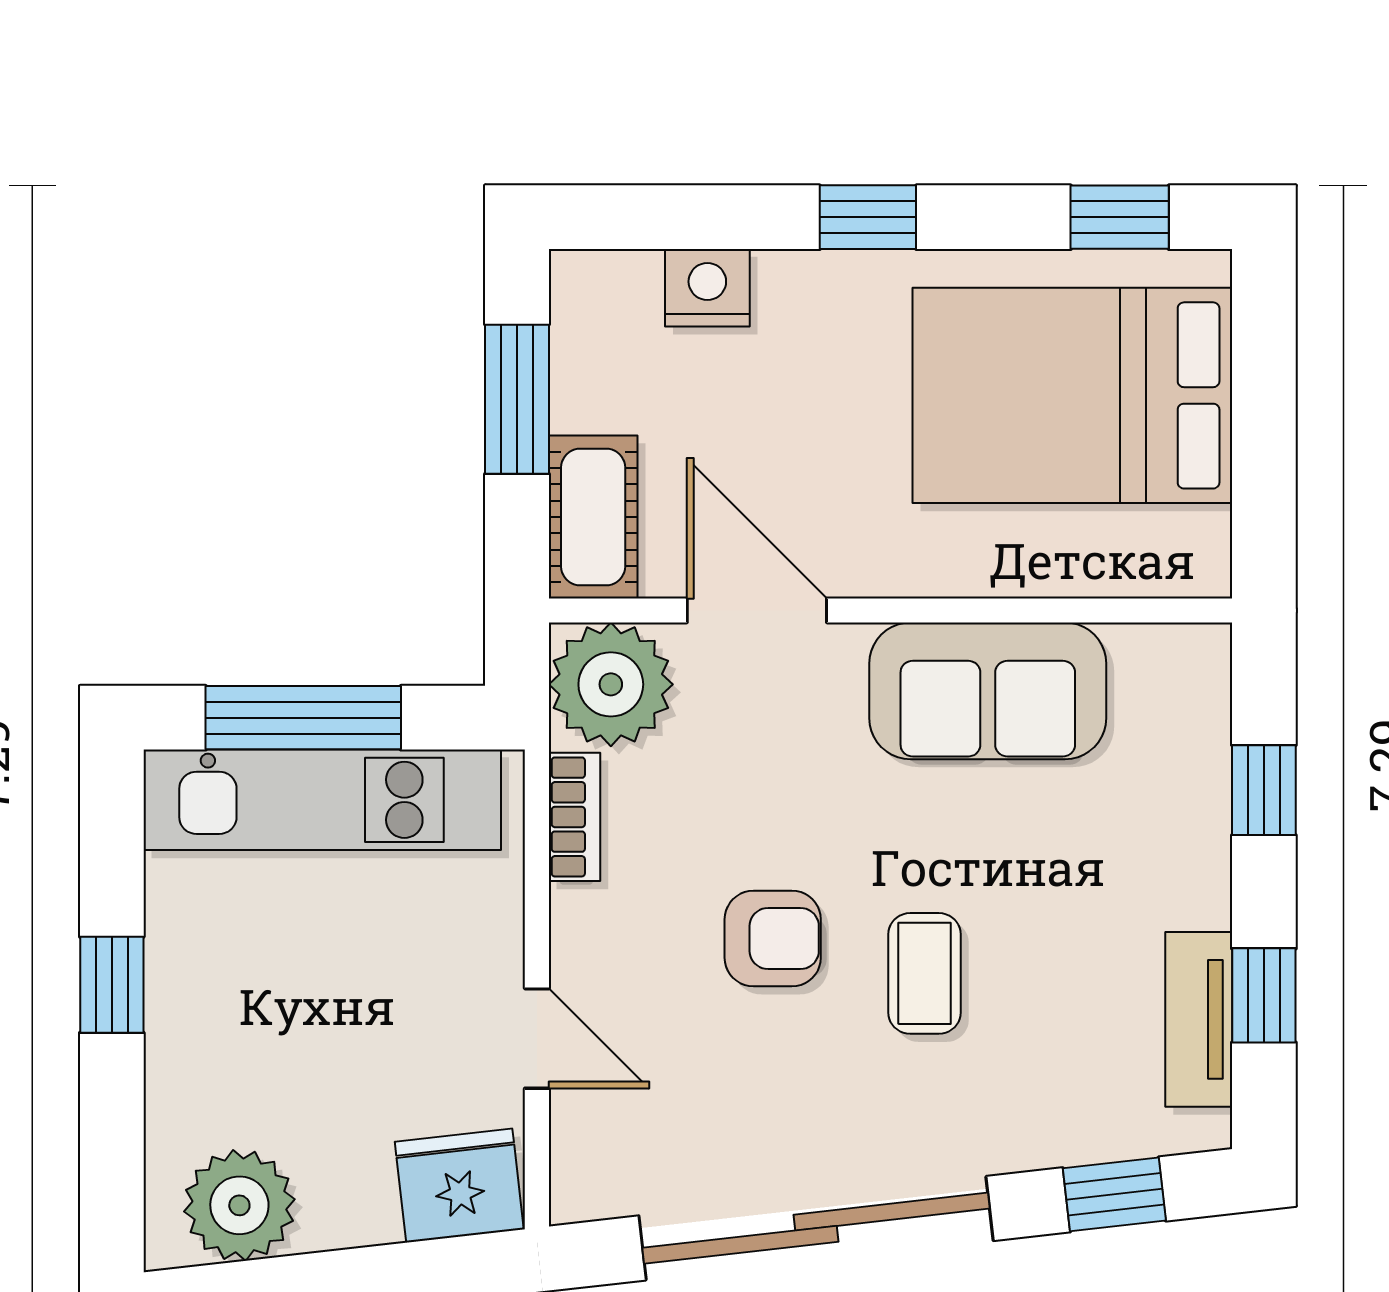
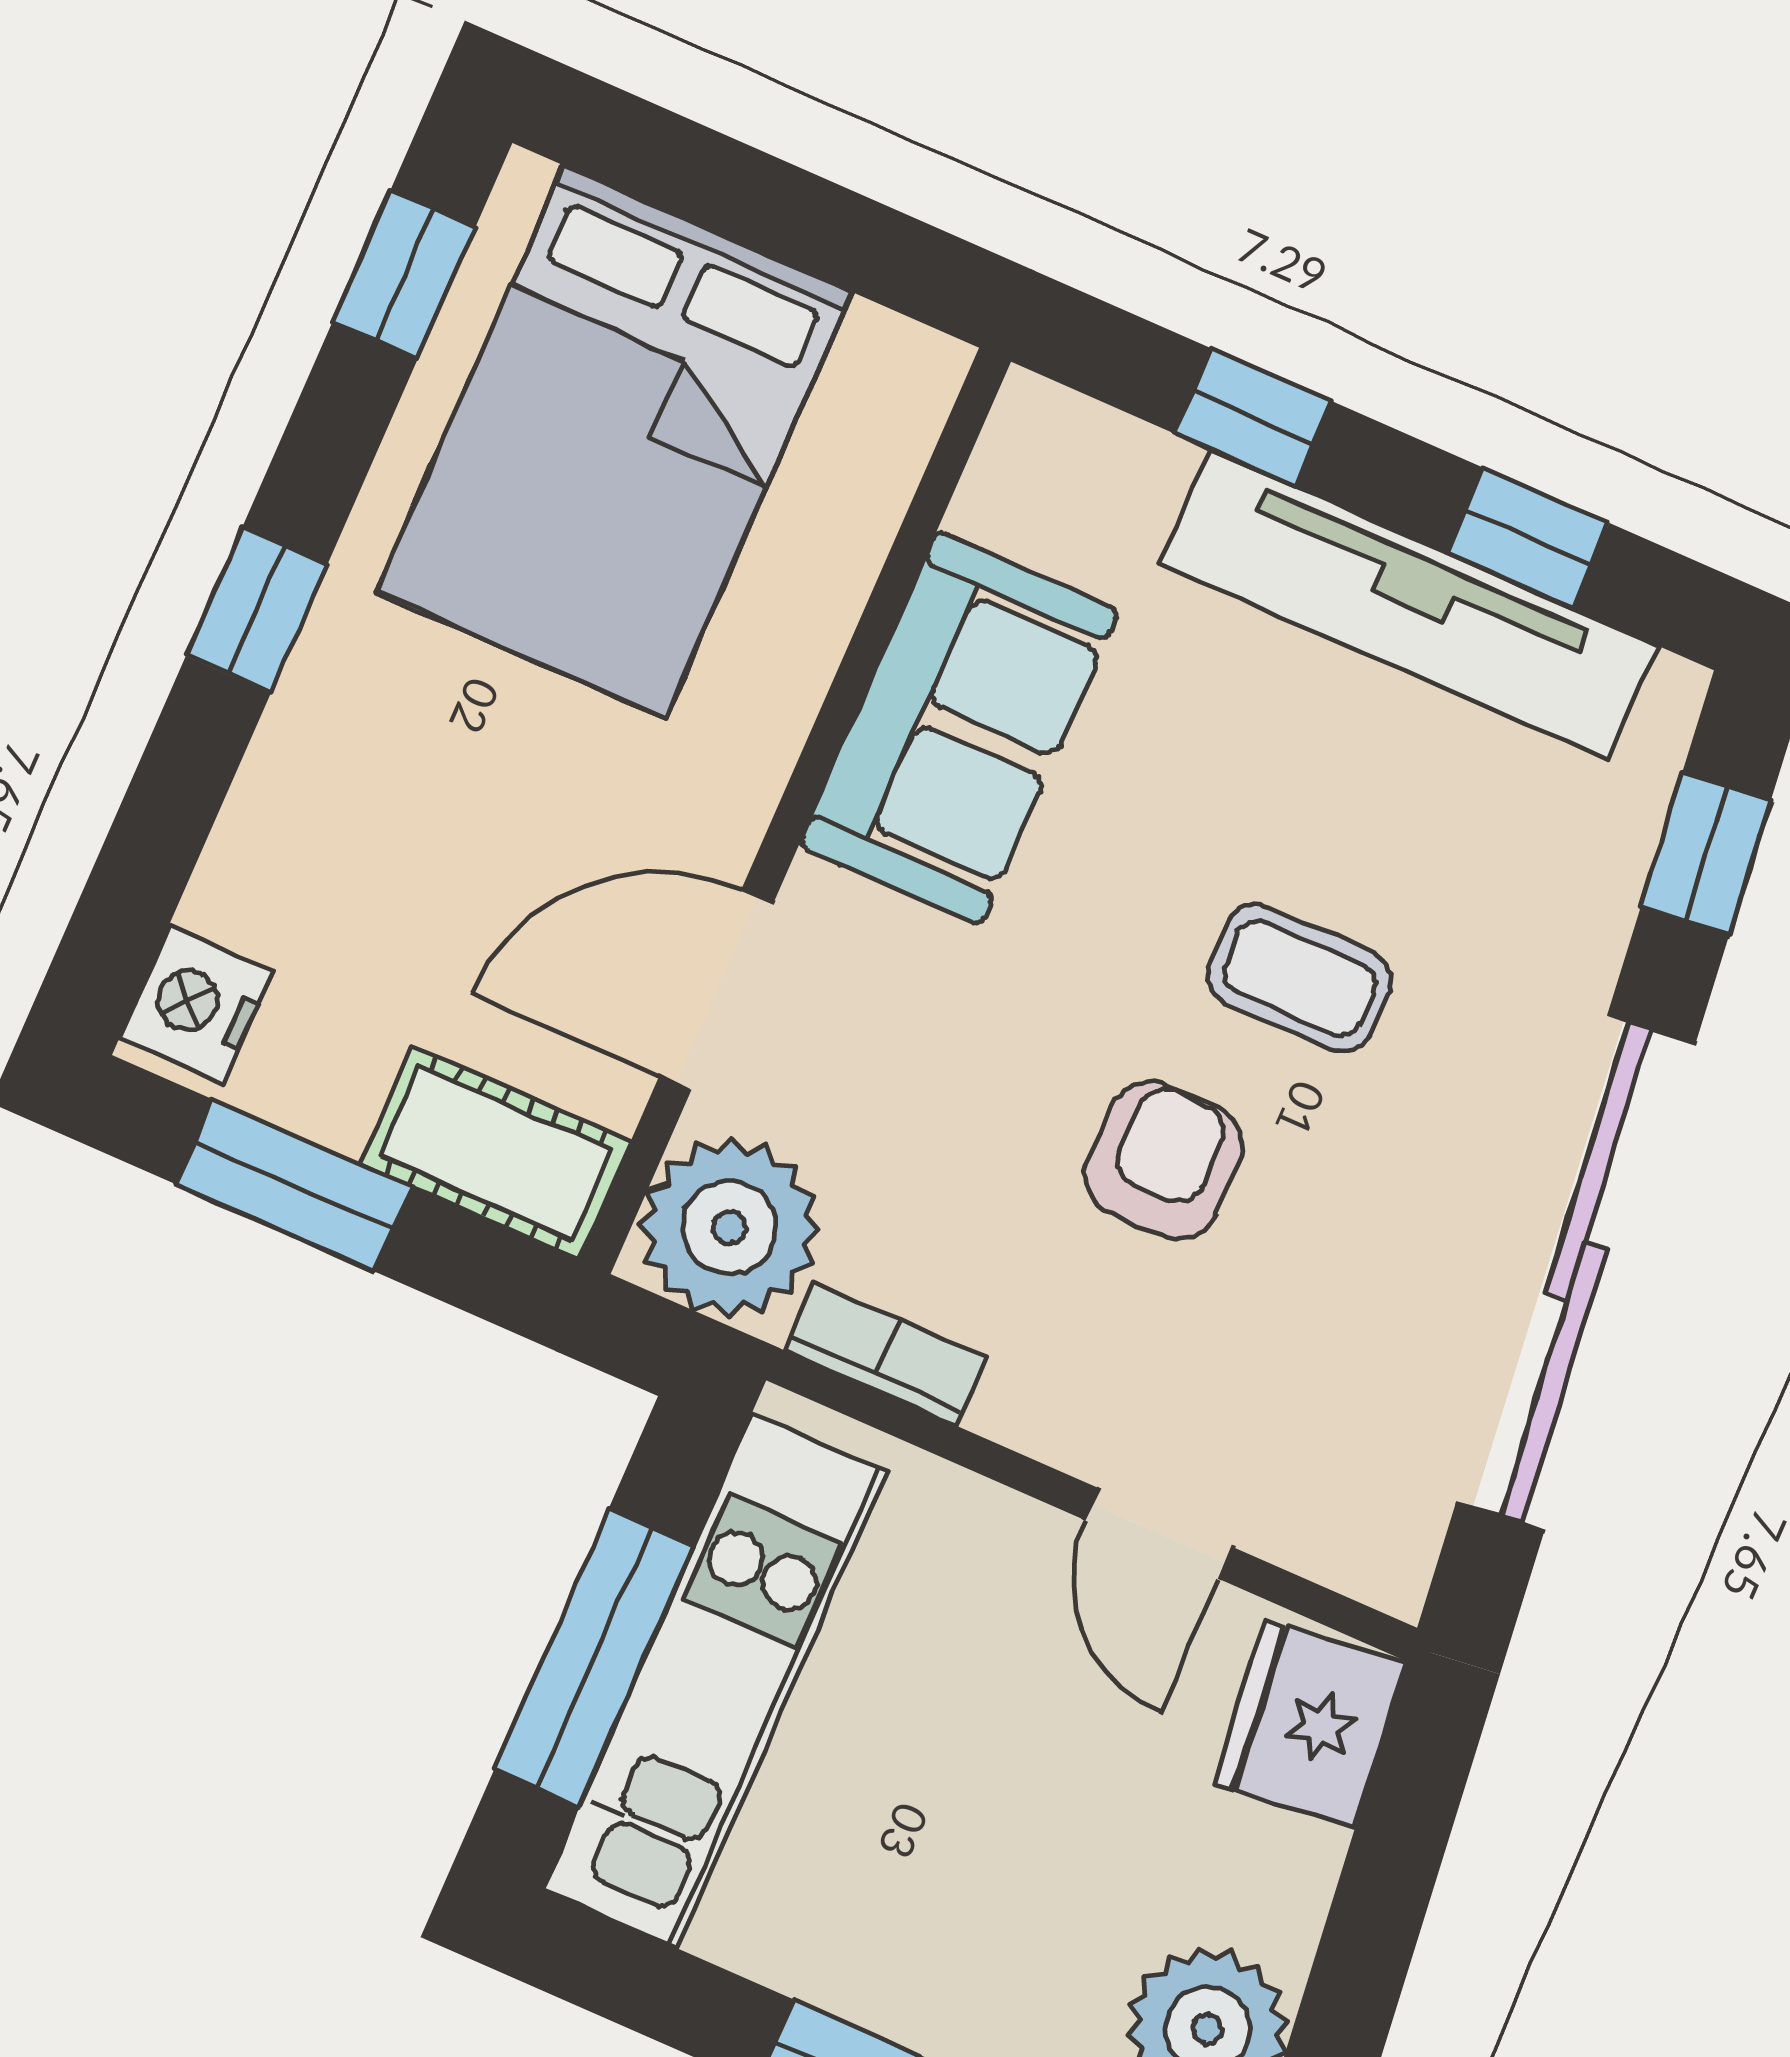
nightstand: (707, 288) -> (196, 1004), moved
tv unit: (1199, 1019) -> (1409, 605), width x1.92, depth x1.29
door: (537, 1038) -> (1159, 1534), swing flipped

